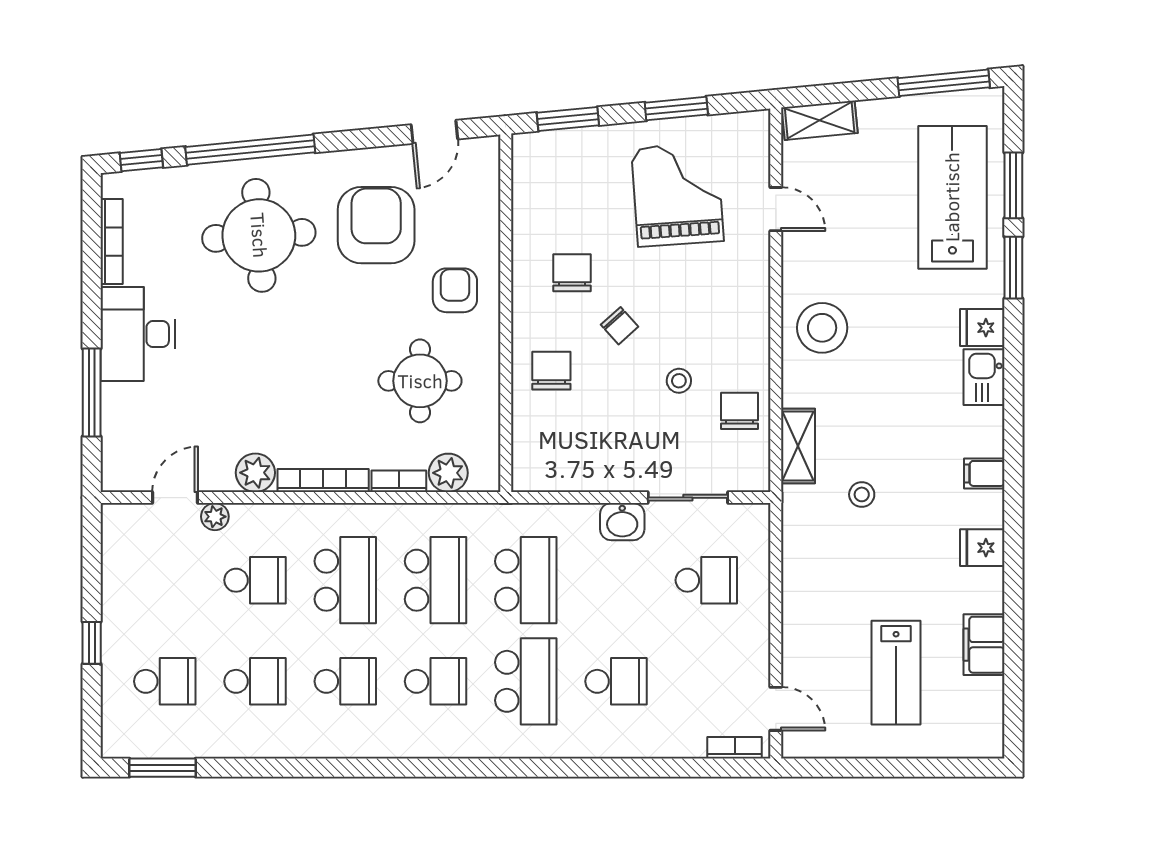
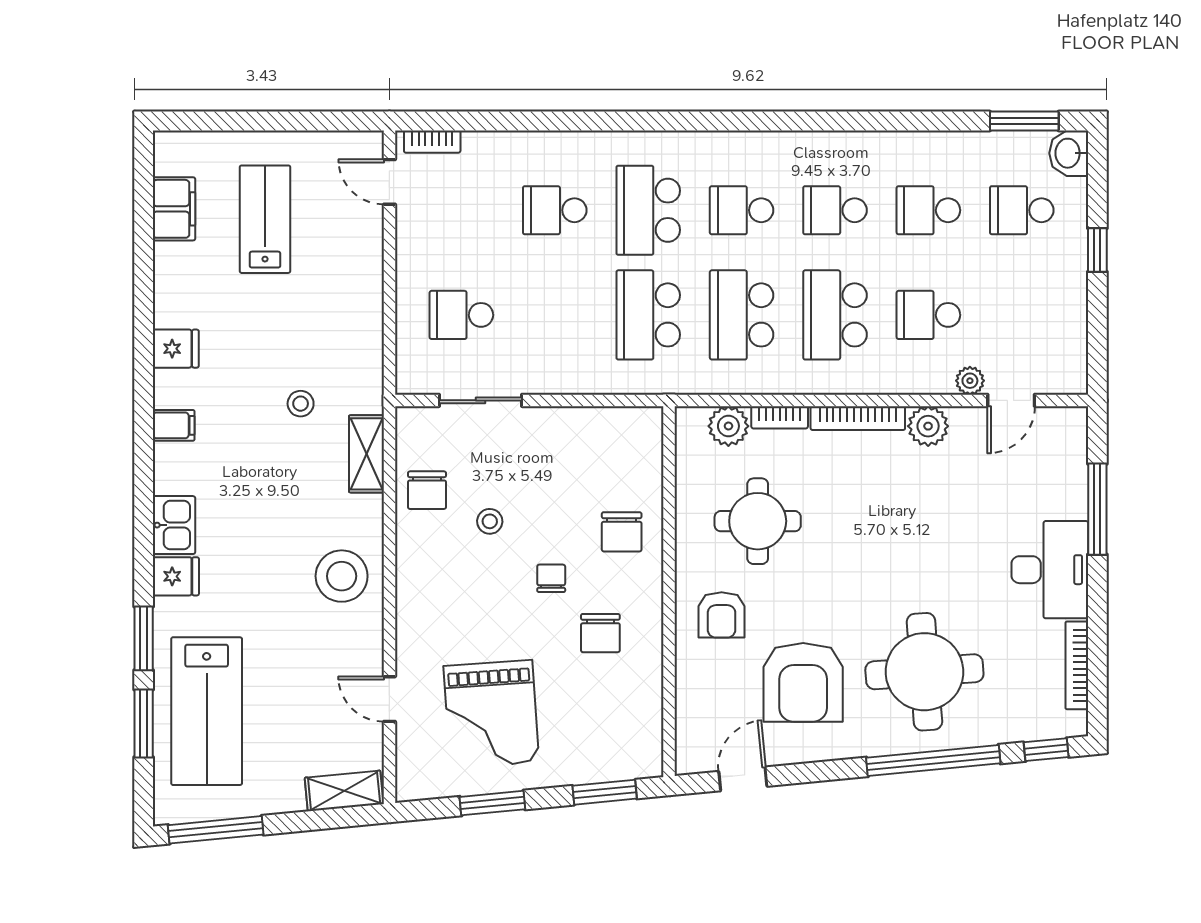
chair: (620, 326) -> (551, 578), turned 42
washbasin: (622, 522) -> (1069, 153), moved, turned -90
filing cabinet: (984, 645) -> (174, 209), moved

